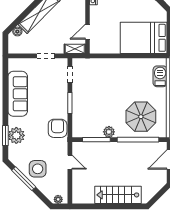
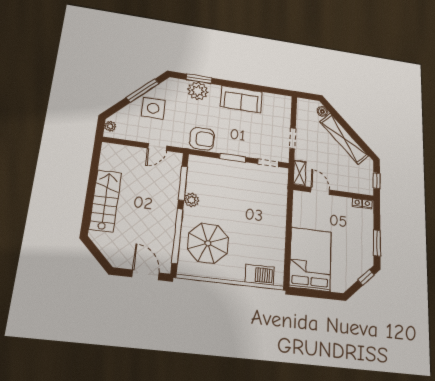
sofa: (18, 94) -> (241, 99), width x0.73

